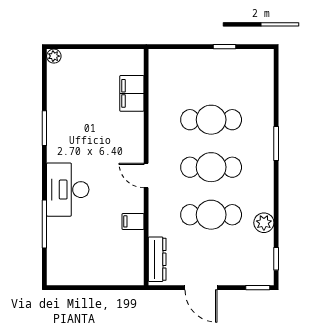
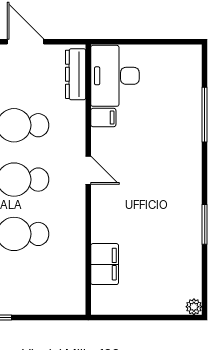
desk: (68, 190) -> (115, 76), moved, turned 180

